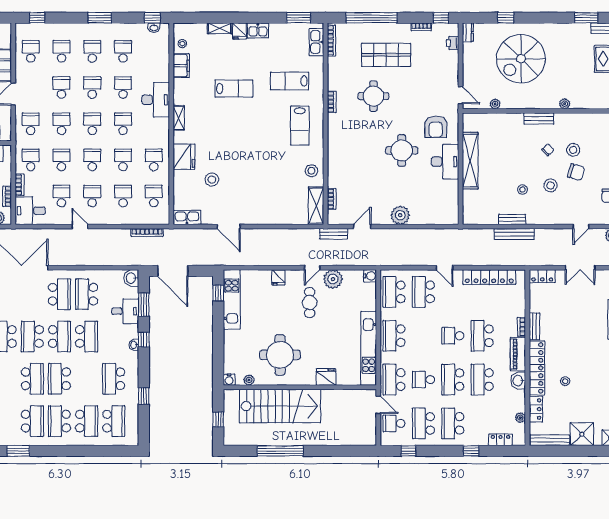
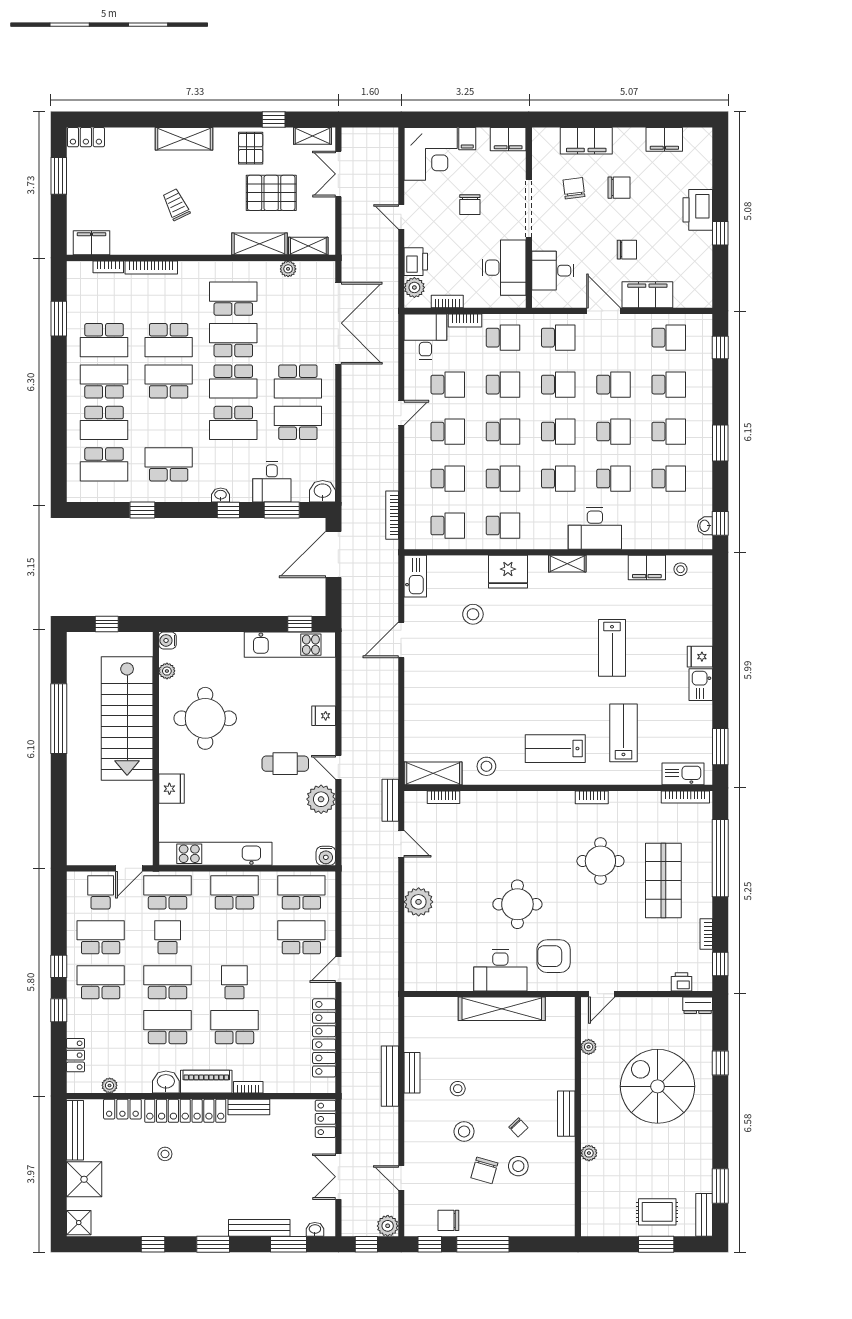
shelving: (220, 28) -> (704, 626), removed
window: (408, 451) -> (59, 966), moved

